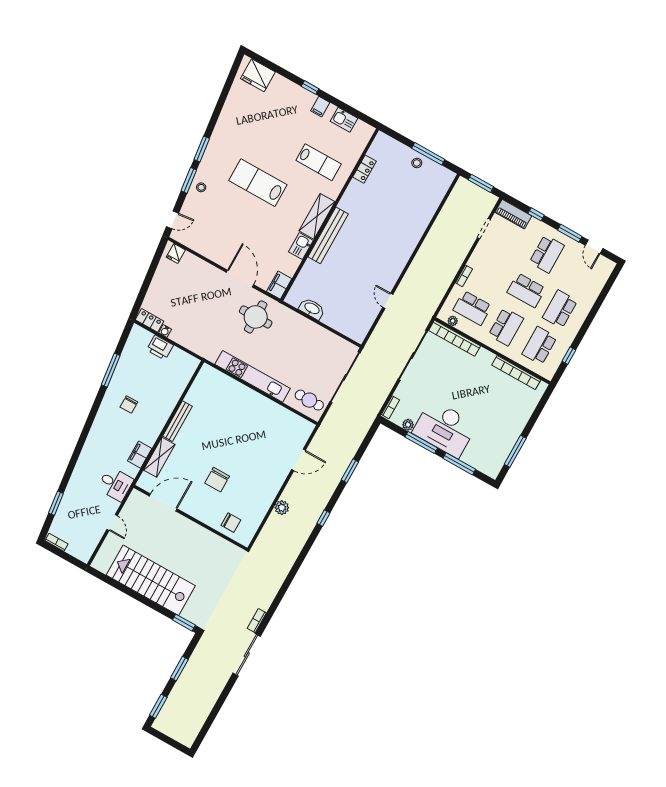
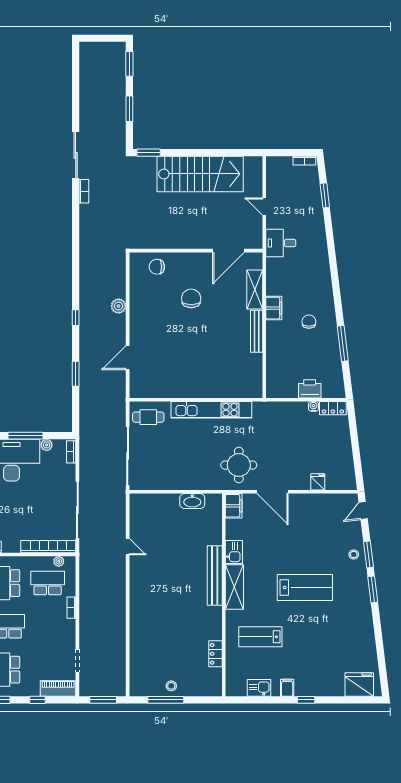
fridge: (176, 253) -> (318, 482), moved
filing cabinet: (140, 455) -> (274, 308), moved

